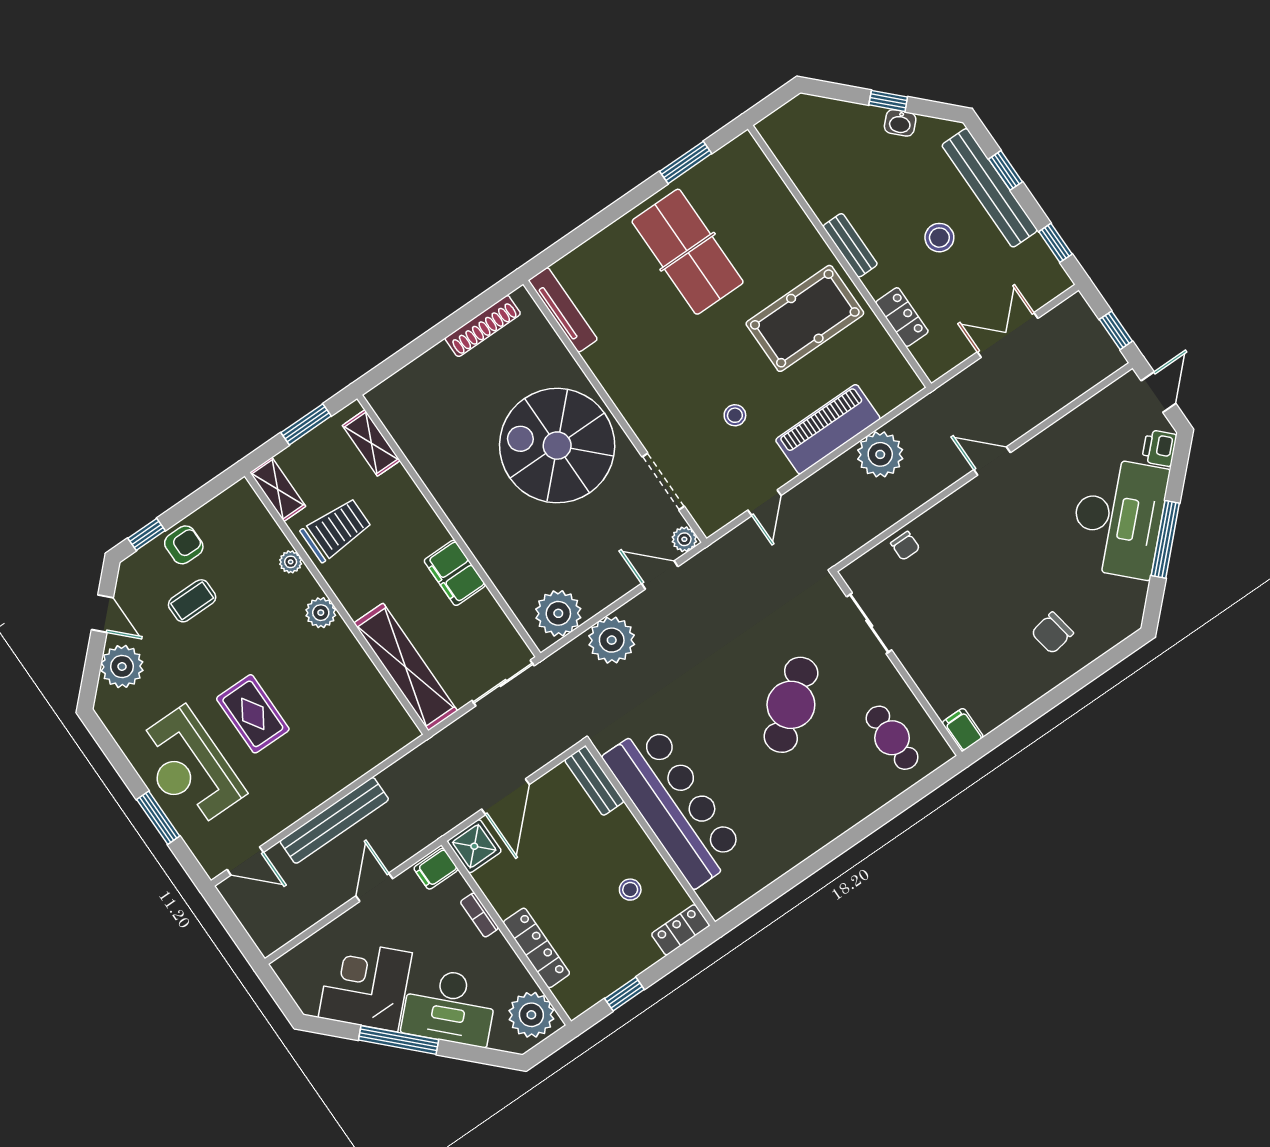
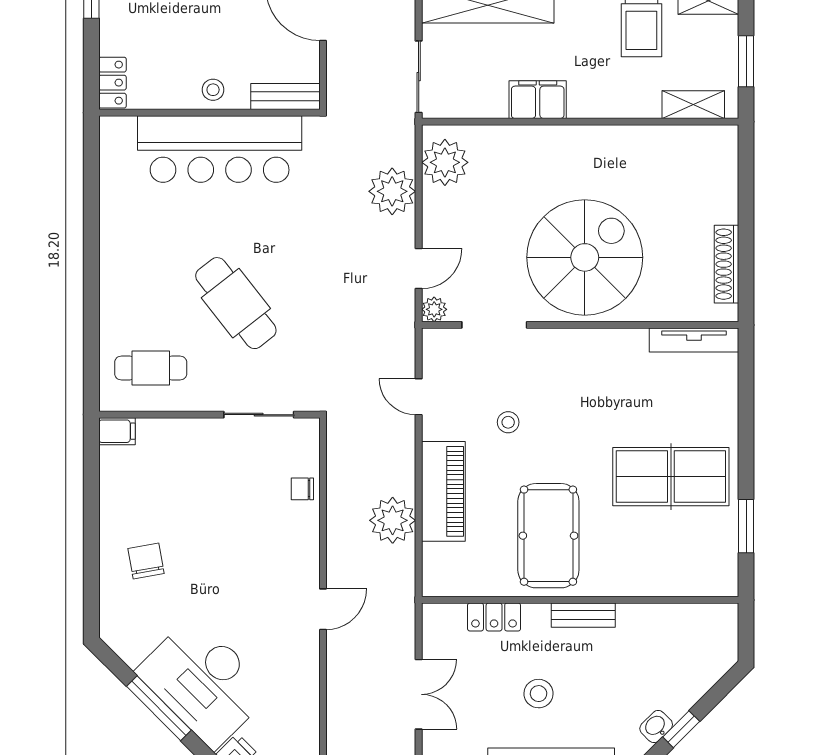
stool: (630, 890) -> (213, 90), moved

